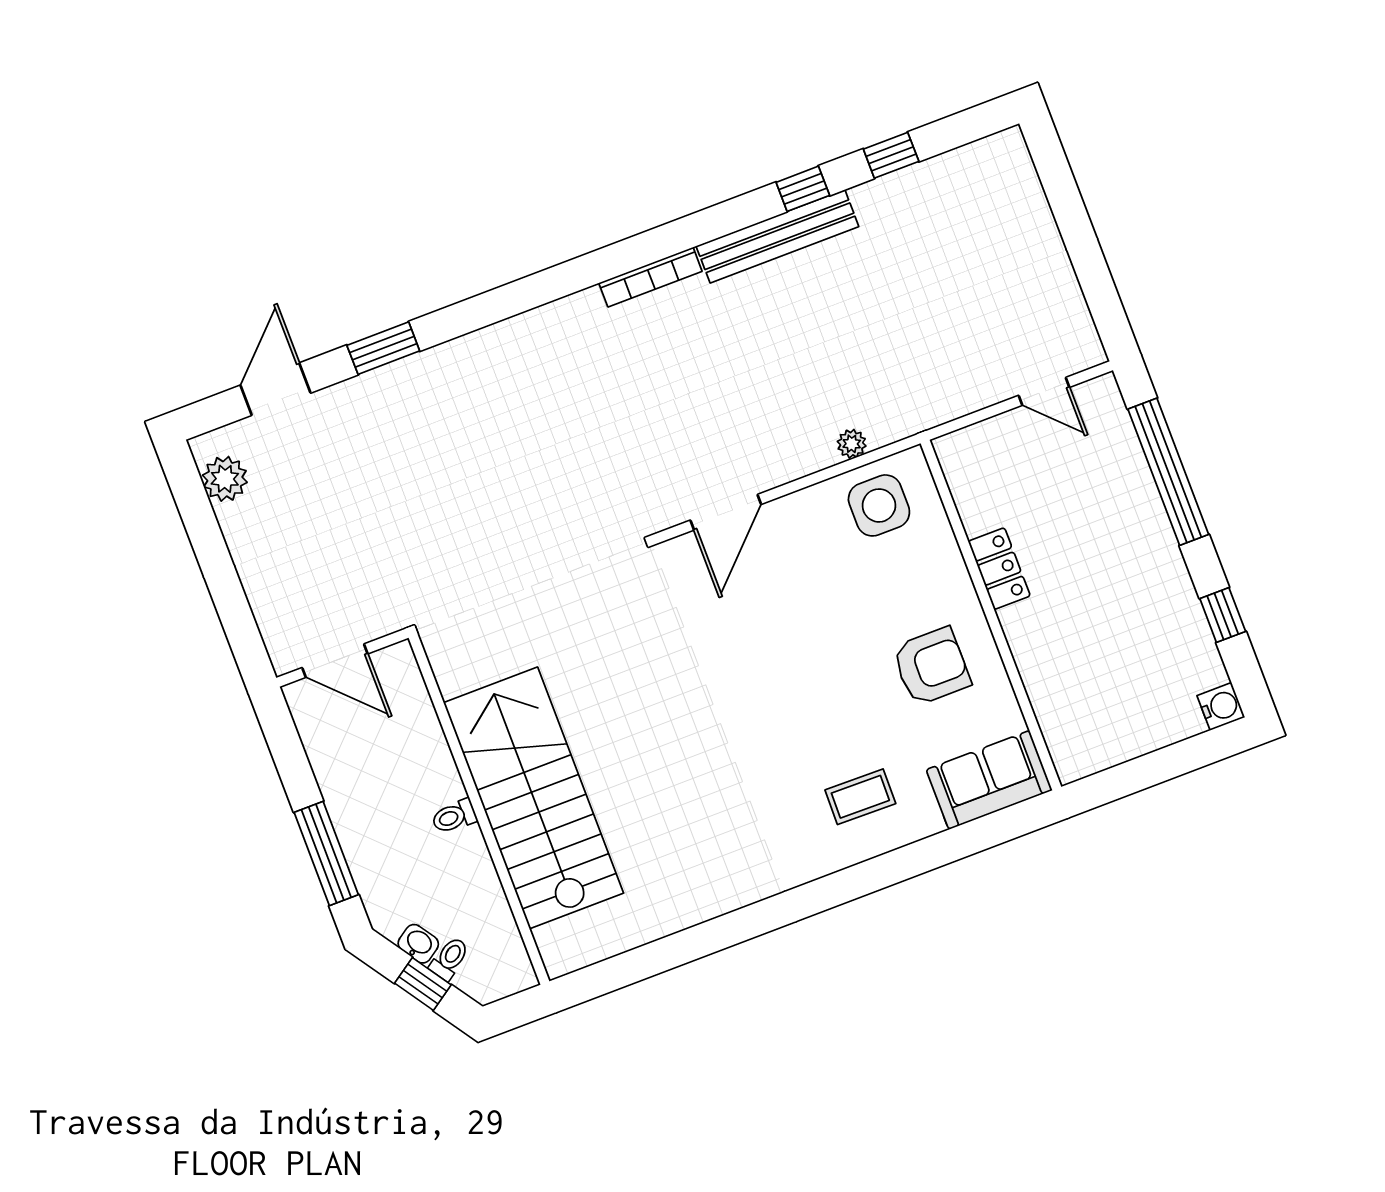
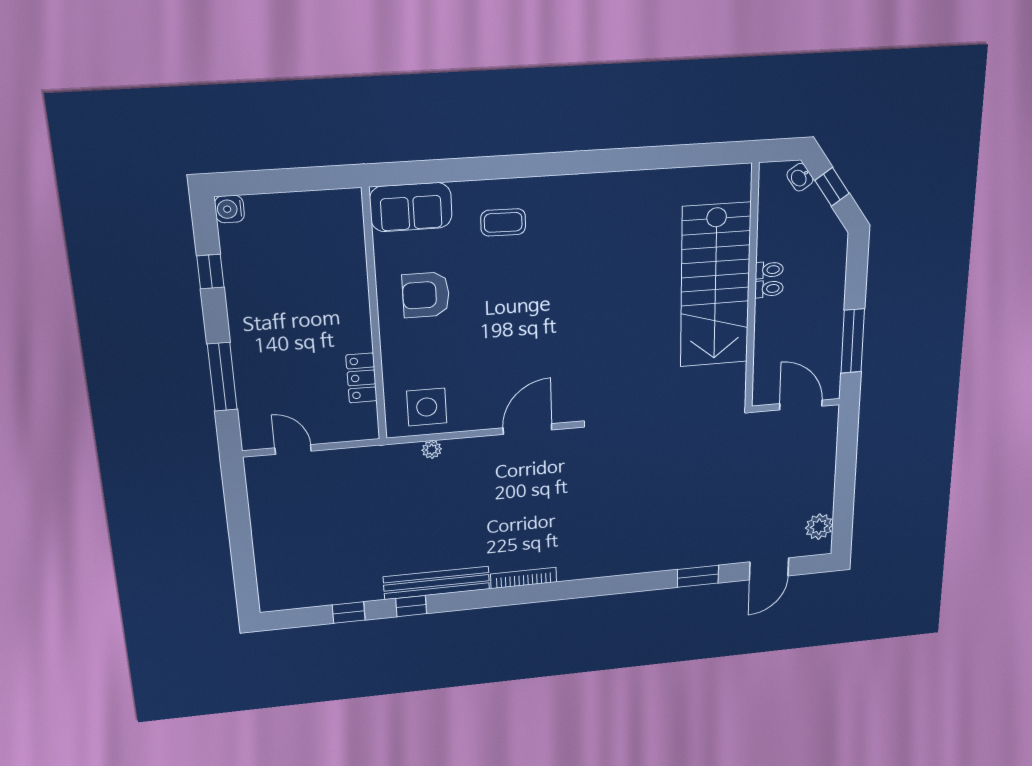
window: (1168, 472) -> (222, 377), width x0.68
locker: (999, 569) -> (362, 378), moved
window: (326, 853) -> (853, 341), moved
washbasin: (418, 944) -> (800, 177), moved
toilet: (450, 959) -> (769, 270), moved, turned -146

